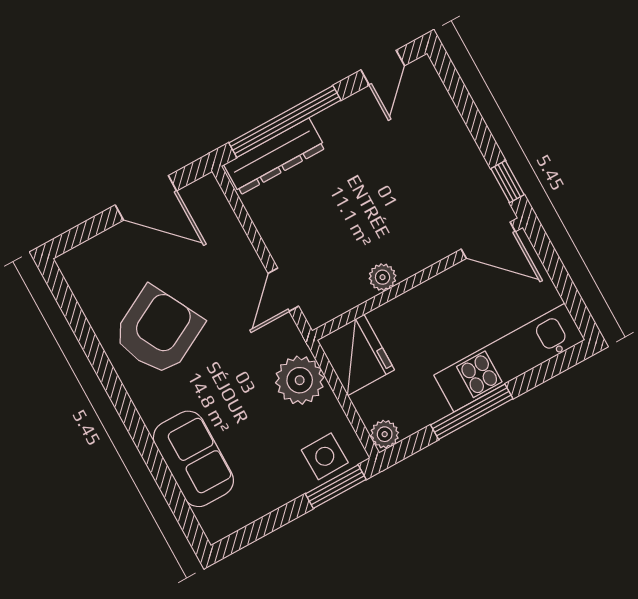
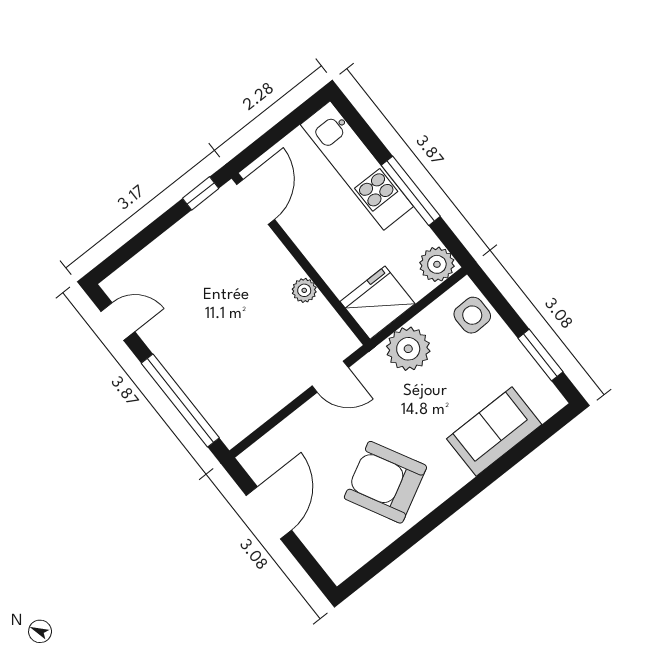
dresser: (275, 156) -> (213, 404), removed
plant: (385, 434) -> (437, 264), width x1.38, depth x1.38
window: (336, 487) -> (540, 355), moved

